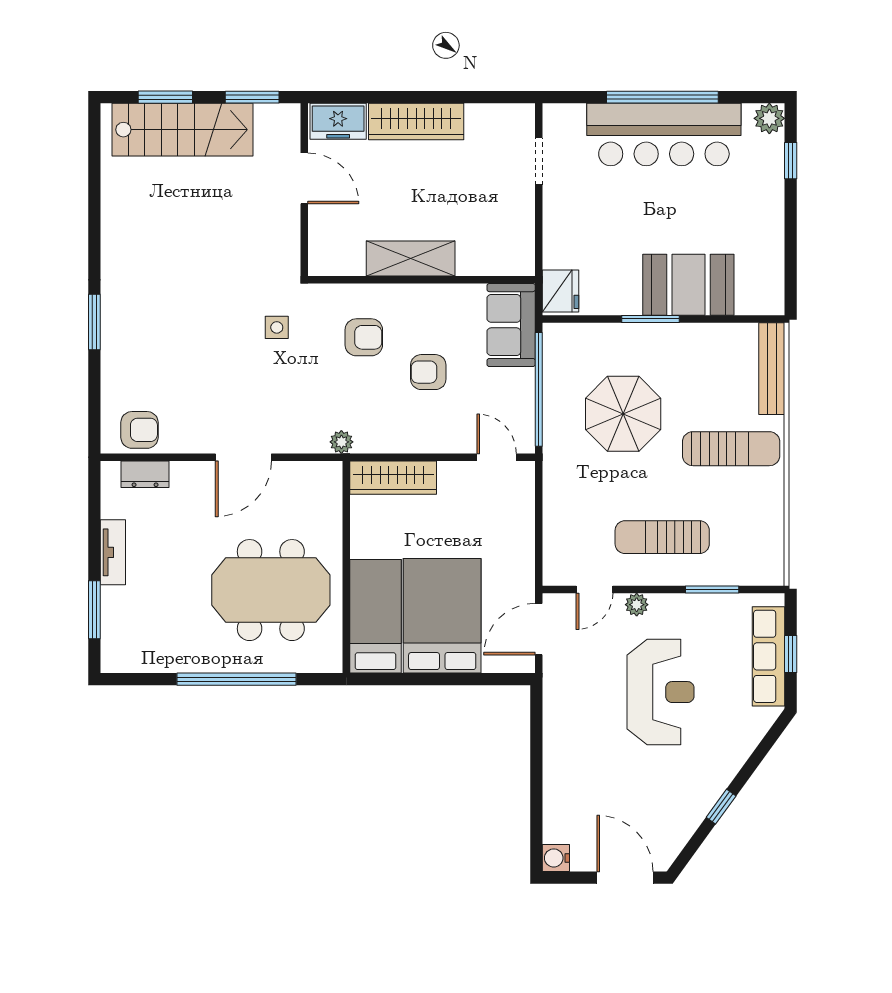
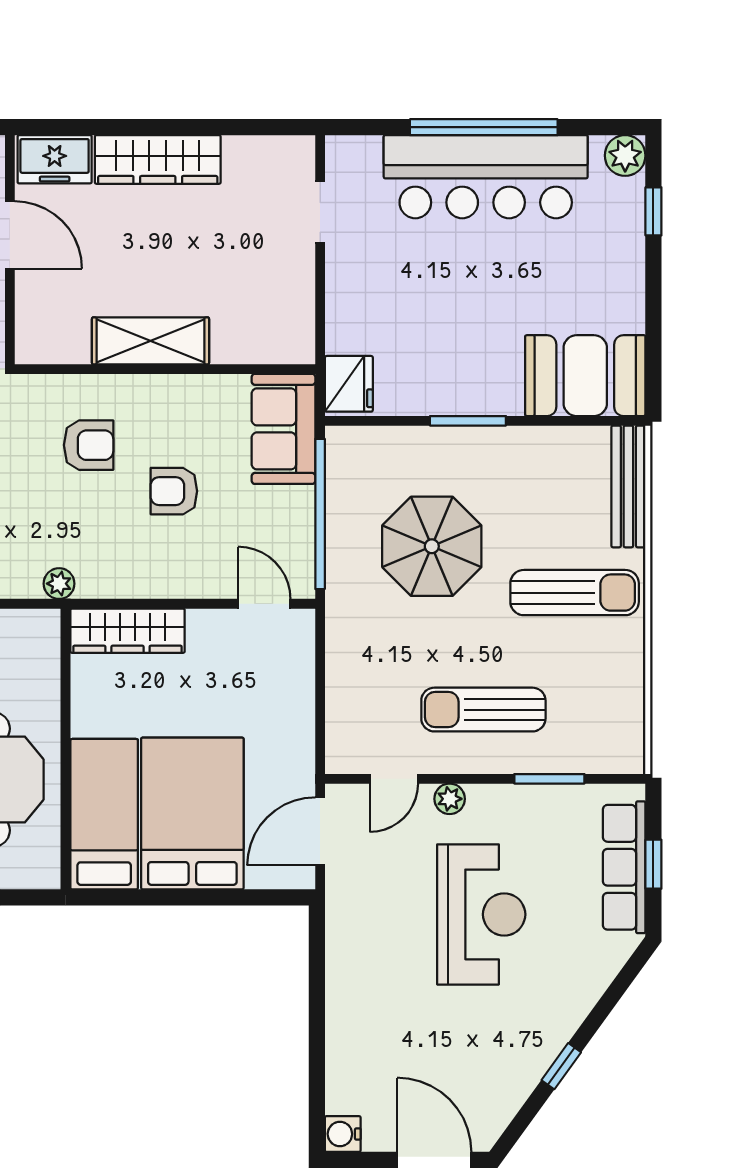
booth: (688, 285) -> (585, 376), moved

